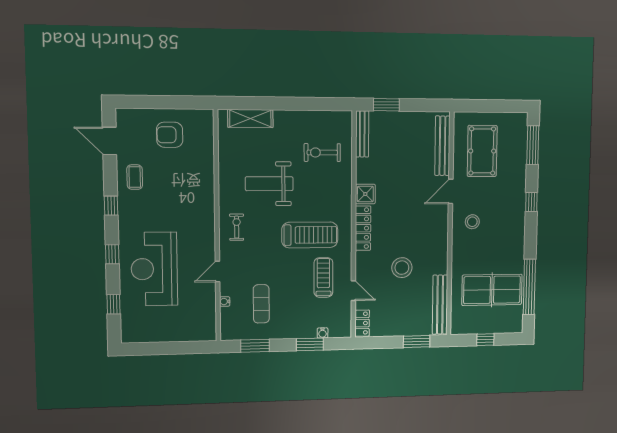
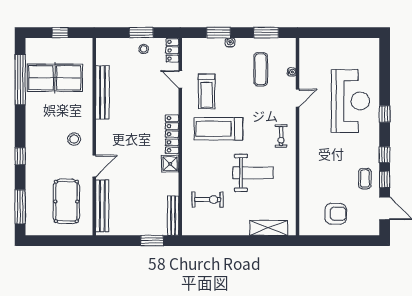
stool: (402, 268) -> (144, 49), moved, width x0.53, depth x0.53
window: (113, 304) -> (385, 179), moved
bench: (440, 305) -> (102, 92), moved
water cooler: (323, 333) -> (230, 42), moved
window: (417, 341) -> (141, 33), moved

